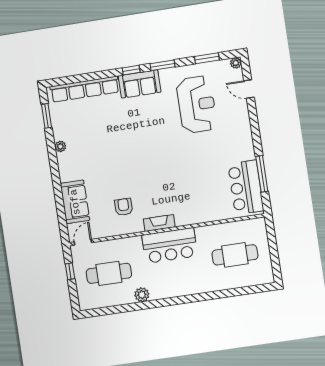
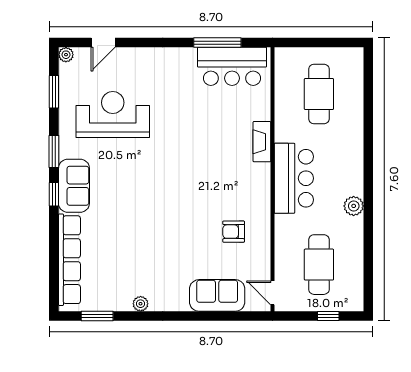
fireplace: (159, 223) -> (262, 142), moved
window: (70, 271) -> (328, 316), moved
plant: (142, 295) -> (354, 206), moved

